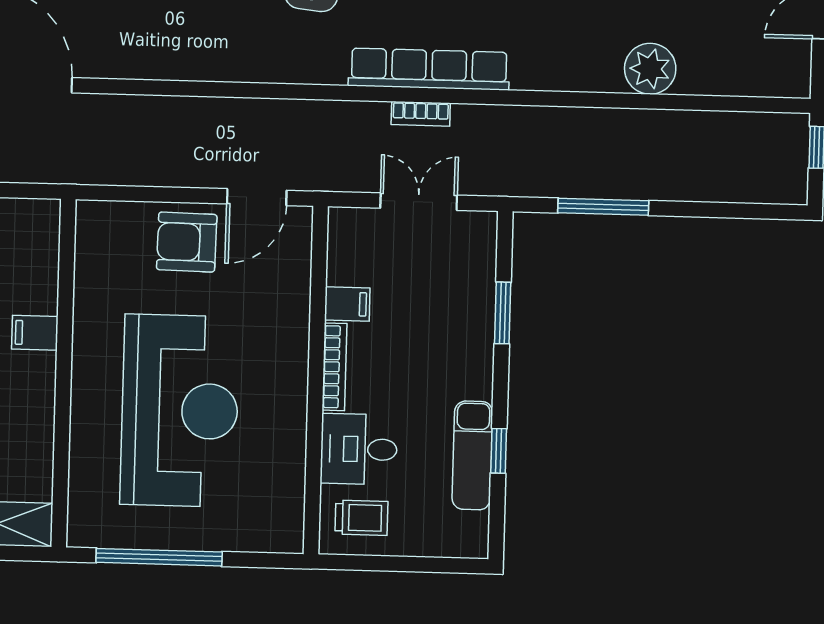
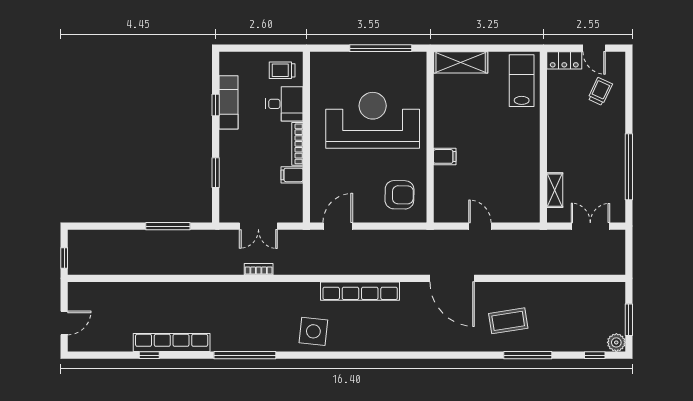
row of seats: (429, 69) -> (360, 291), moved
plant: (650, 69) -> (147, 294), removed
armchair: (187, 242) -> (399, 195), moved
reception desk: (180, 411) -> (373, 120), turned 90

